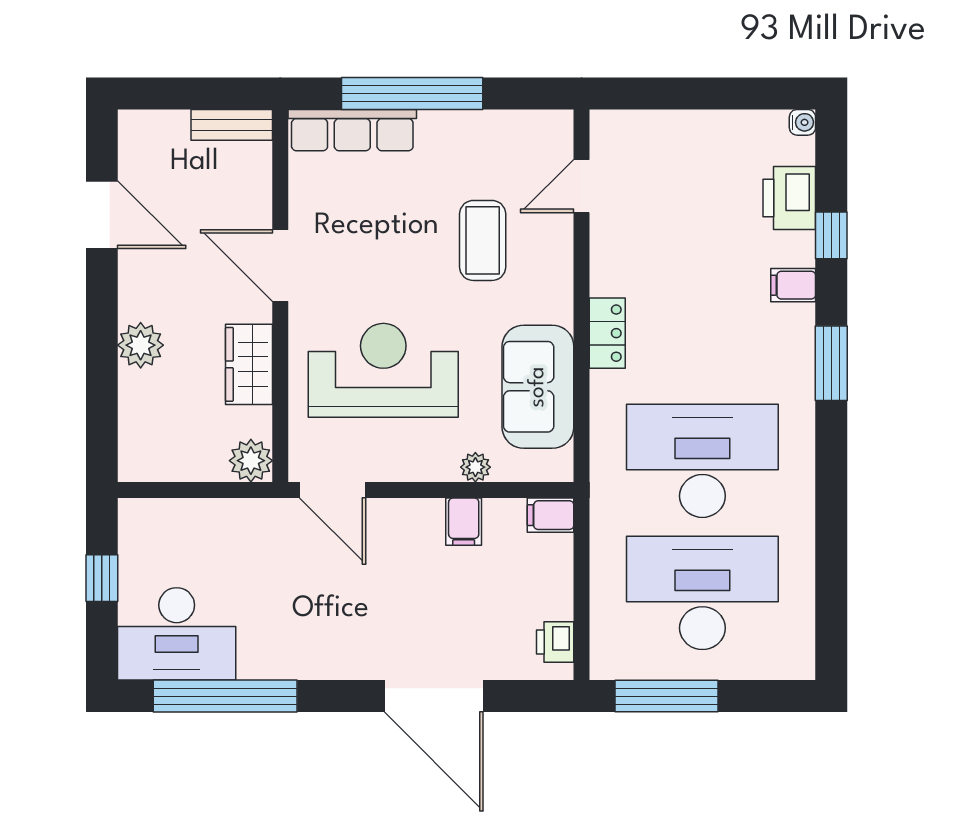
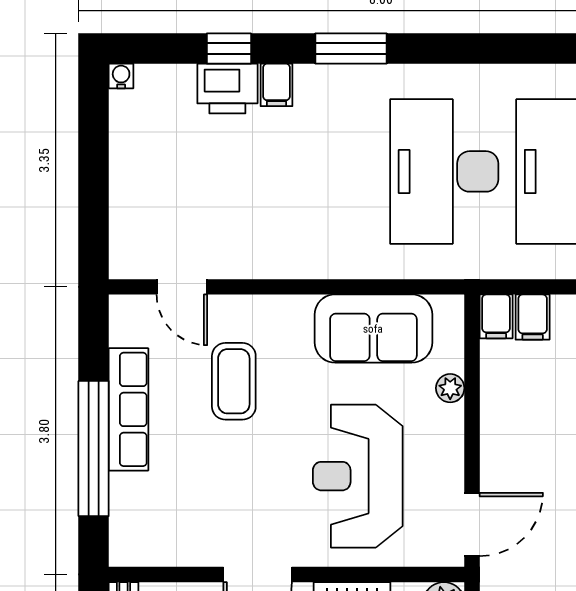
row of seats: (352, 130) -> (129, 409), moved
printer: (789, 198) -> (227, 89), moved
coffee table: (483, 240) -> (234, 381), turned 90
locker: (607, 333) -> (322, 262), removed
filing cabinet: (464, 522) -> (533, 317), moved, turned 90

